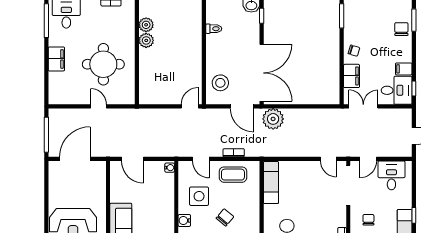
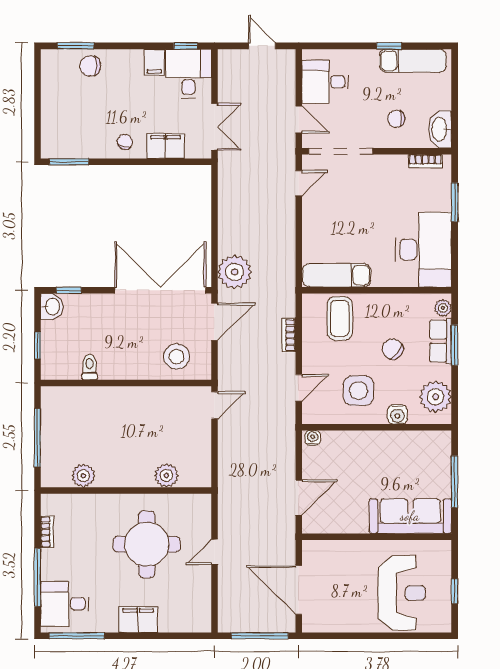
plant: (146, 40) -> (166, 475), moved
door: (190, 106) -> (214, 405), swing flipped
double door: (363, 106) -> (214, 127), swing flipped
coffee table: (233, 175) -> (340, 318), moved

